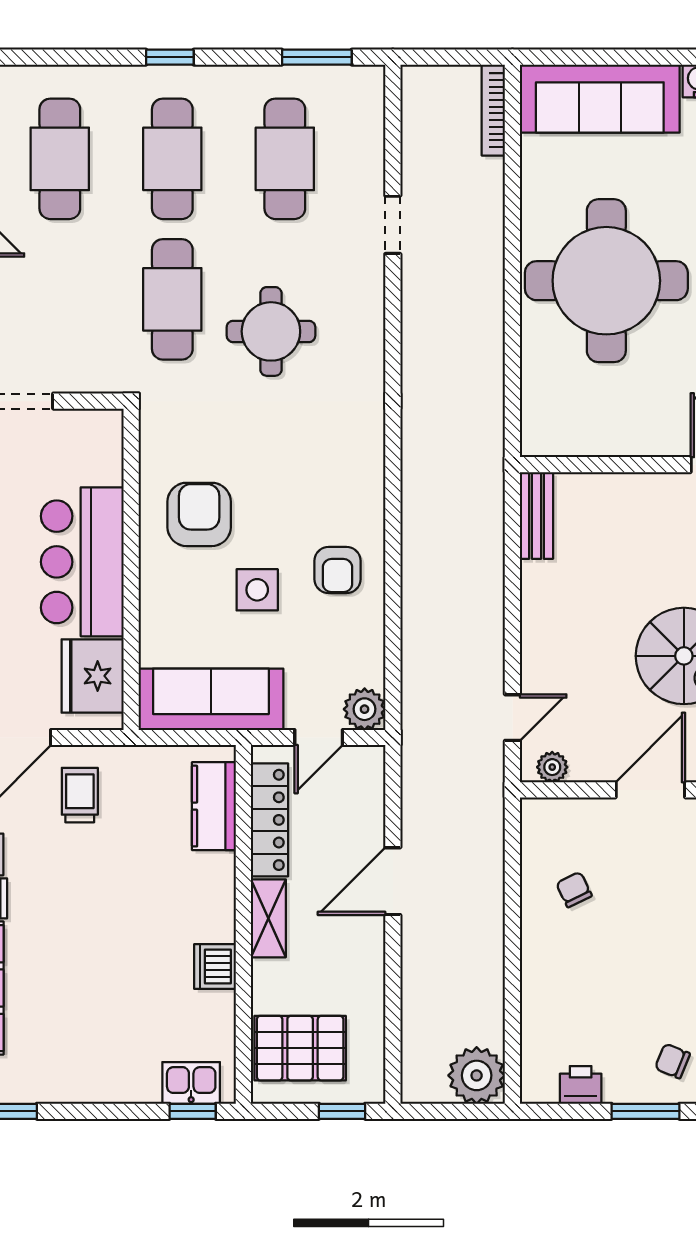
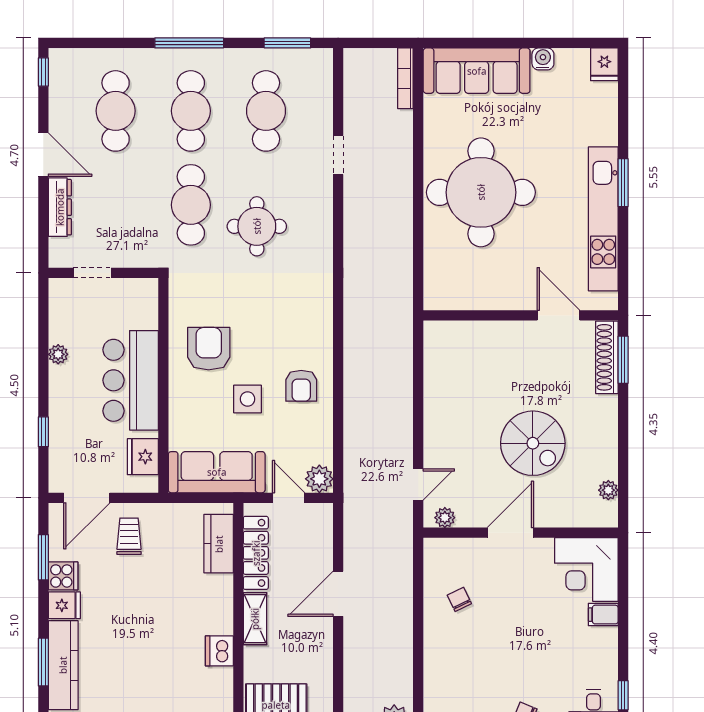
window: (170, 57) -> (189, 43), width x2.17
bench: (536, 515) -> (434, 349), removed
fridge: (93, 676) -> (143, 457), width x0.73, depth x0.75
door: (319, 737) -> (289, 498), swing flipped

